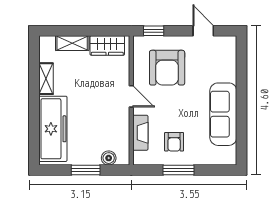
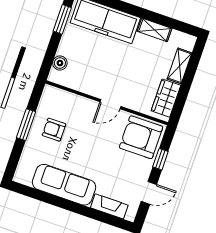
window: (154, 31) -> (160, 159), moved
armchair: (167, 68) -> (141, 137), moved
fireplace: (140, 133) -> (109, 206), moved, turned 180
window: (86, 170) -> (62, 19), moved

